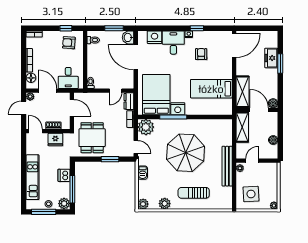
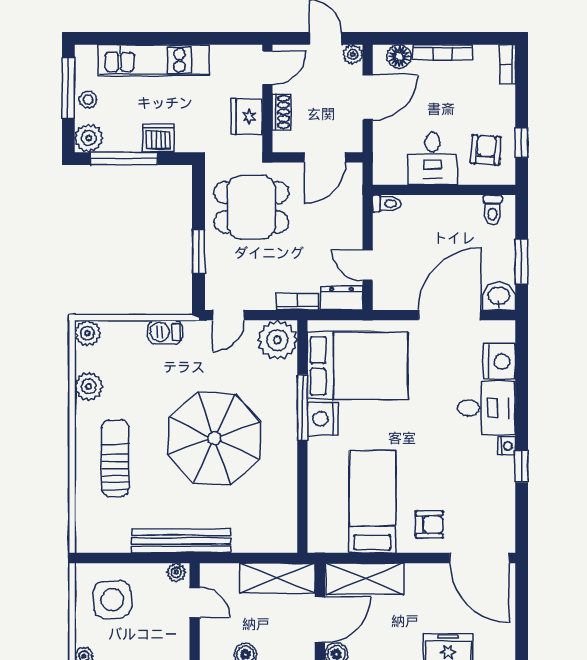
armchair: (201, 54) -> (429, 525), moved
desk: (68, 78) -> (433, 159), moved, turned -90

